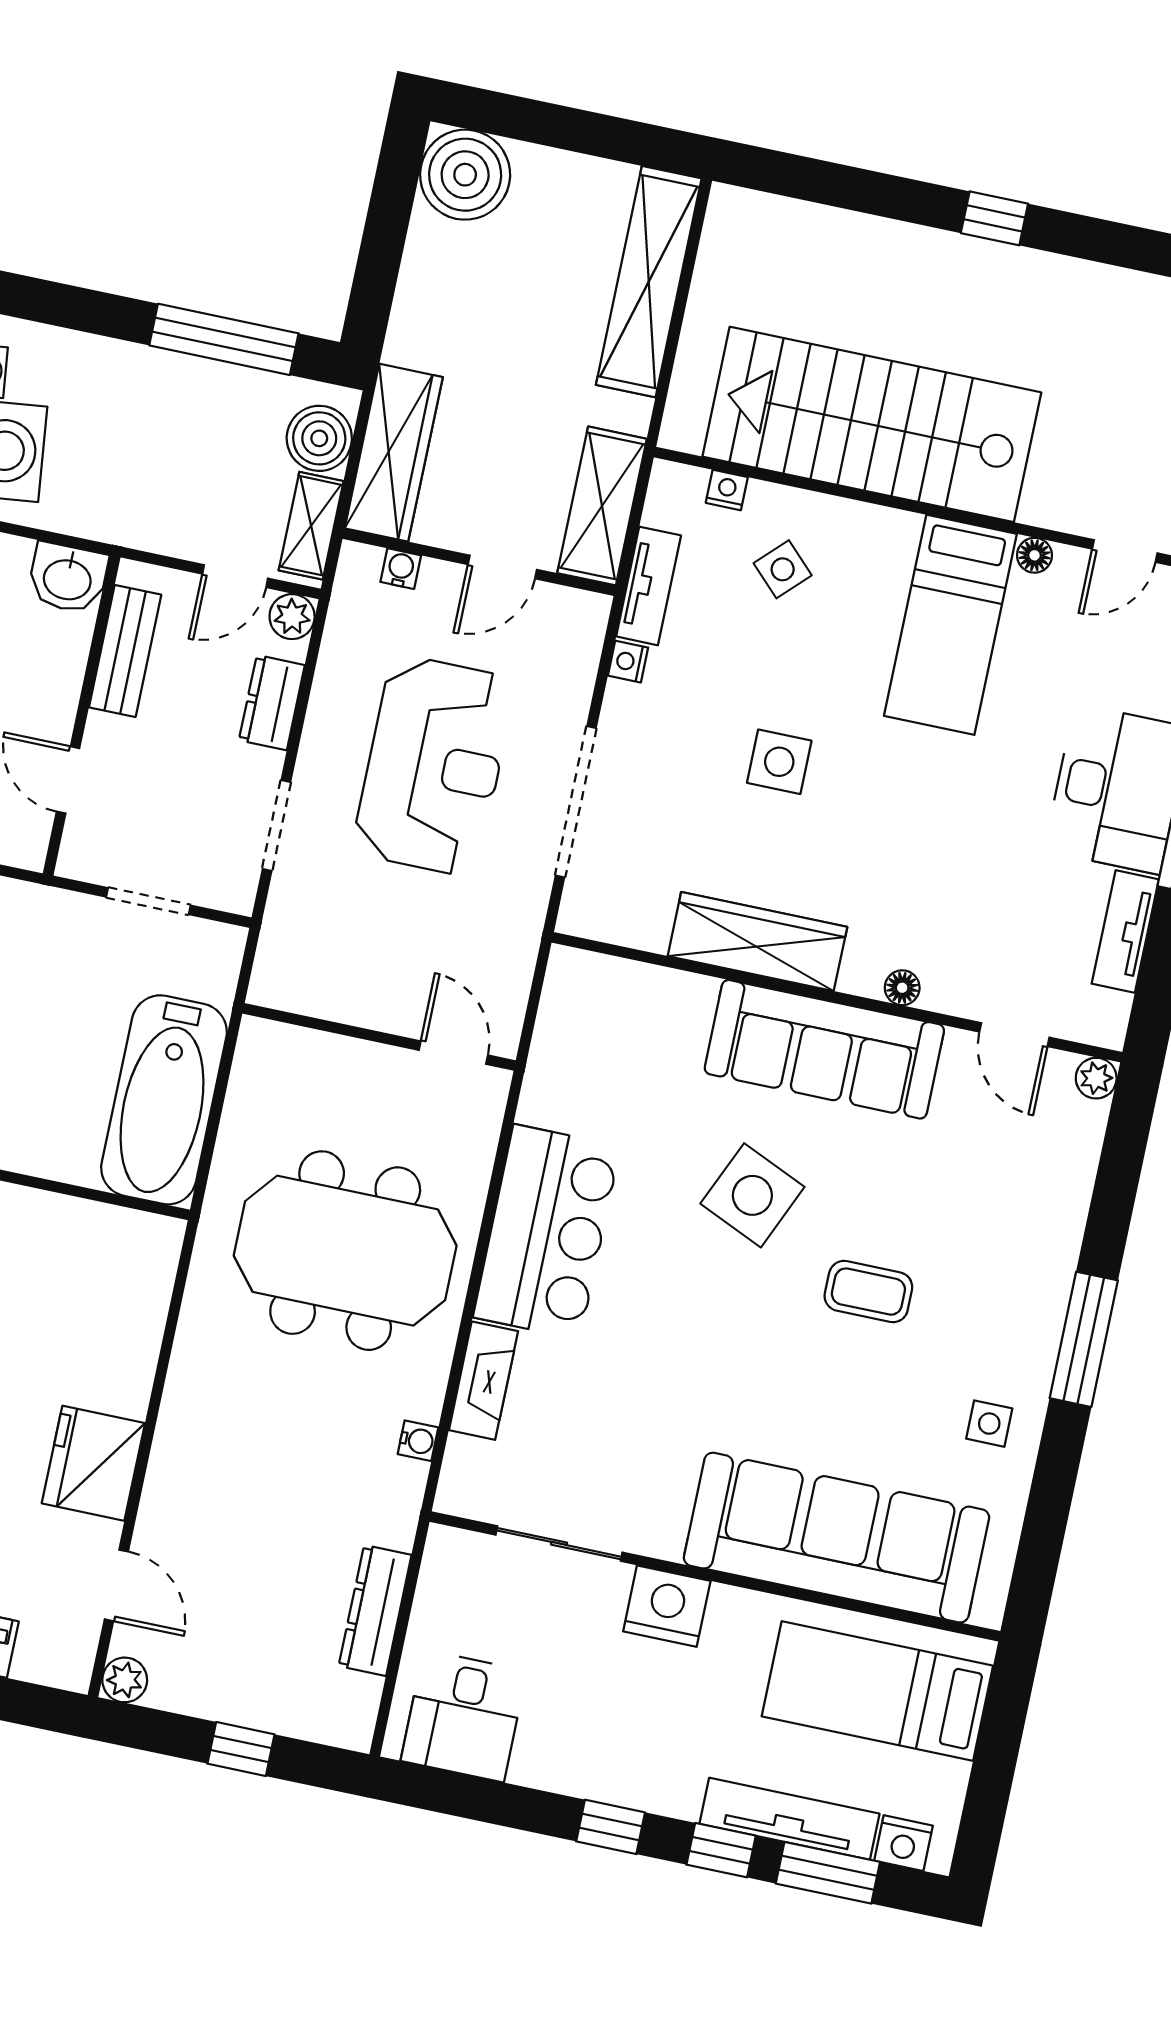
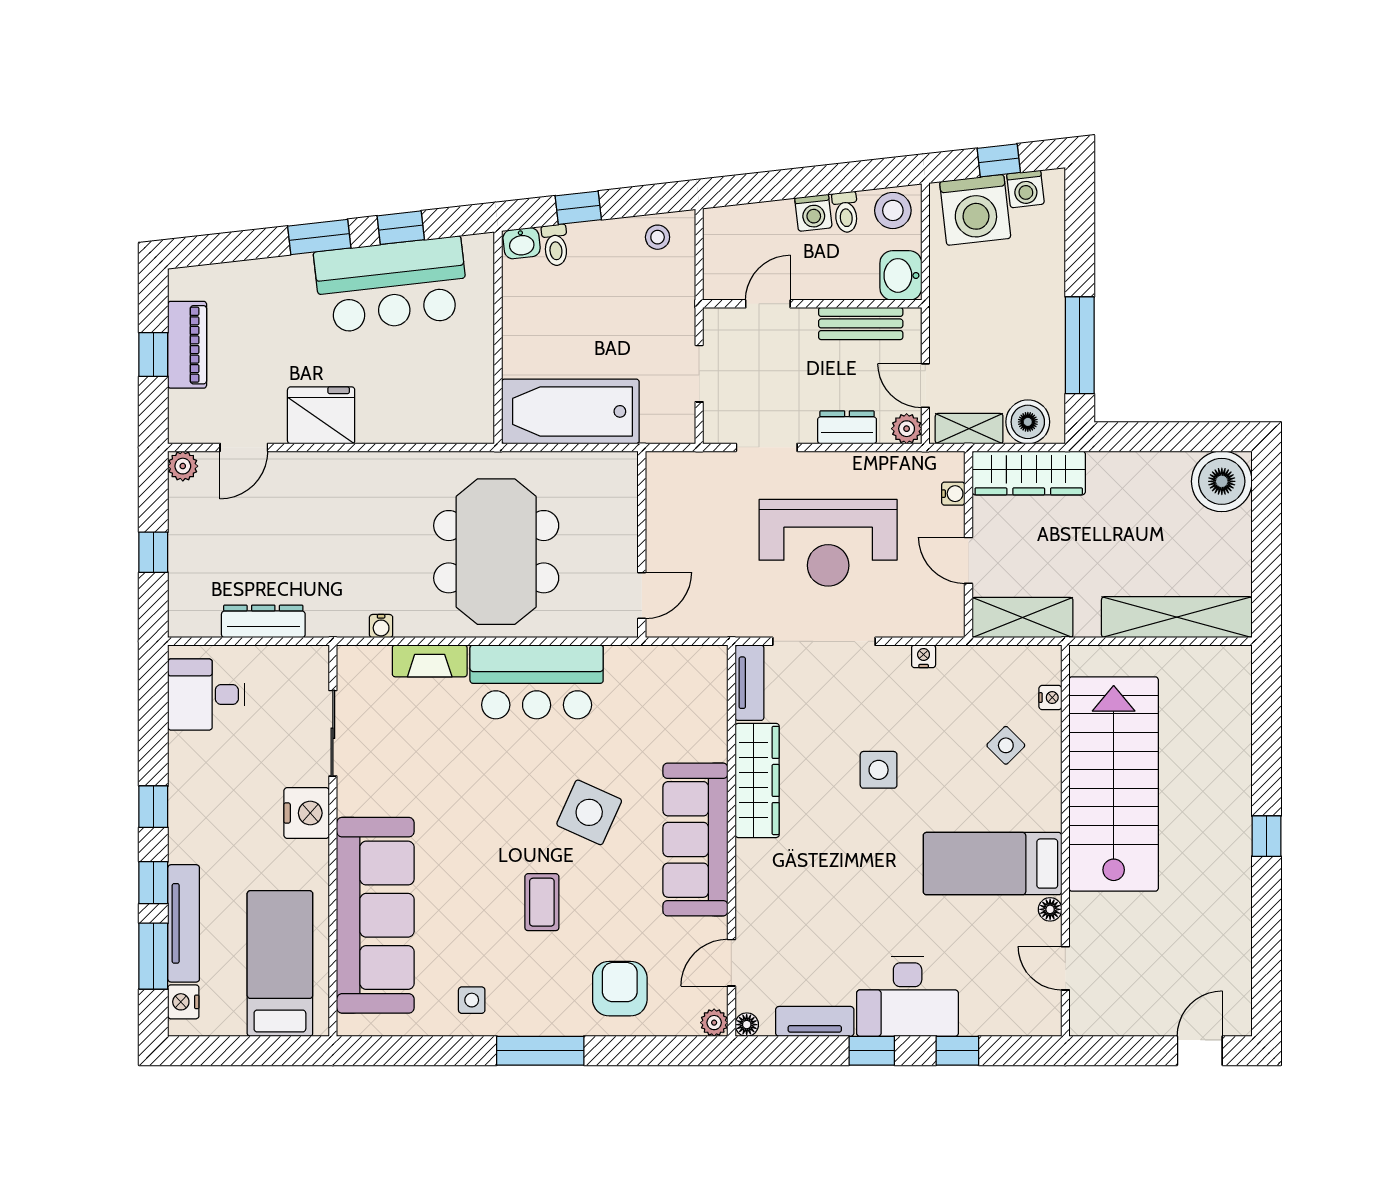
tv unit: (649, 586) -> (749, 683), moved, turned -90
floor lamp: (902, 988) -> (747, 1025), moved
armchair: (1018, 1205) -> (620, 989), added

